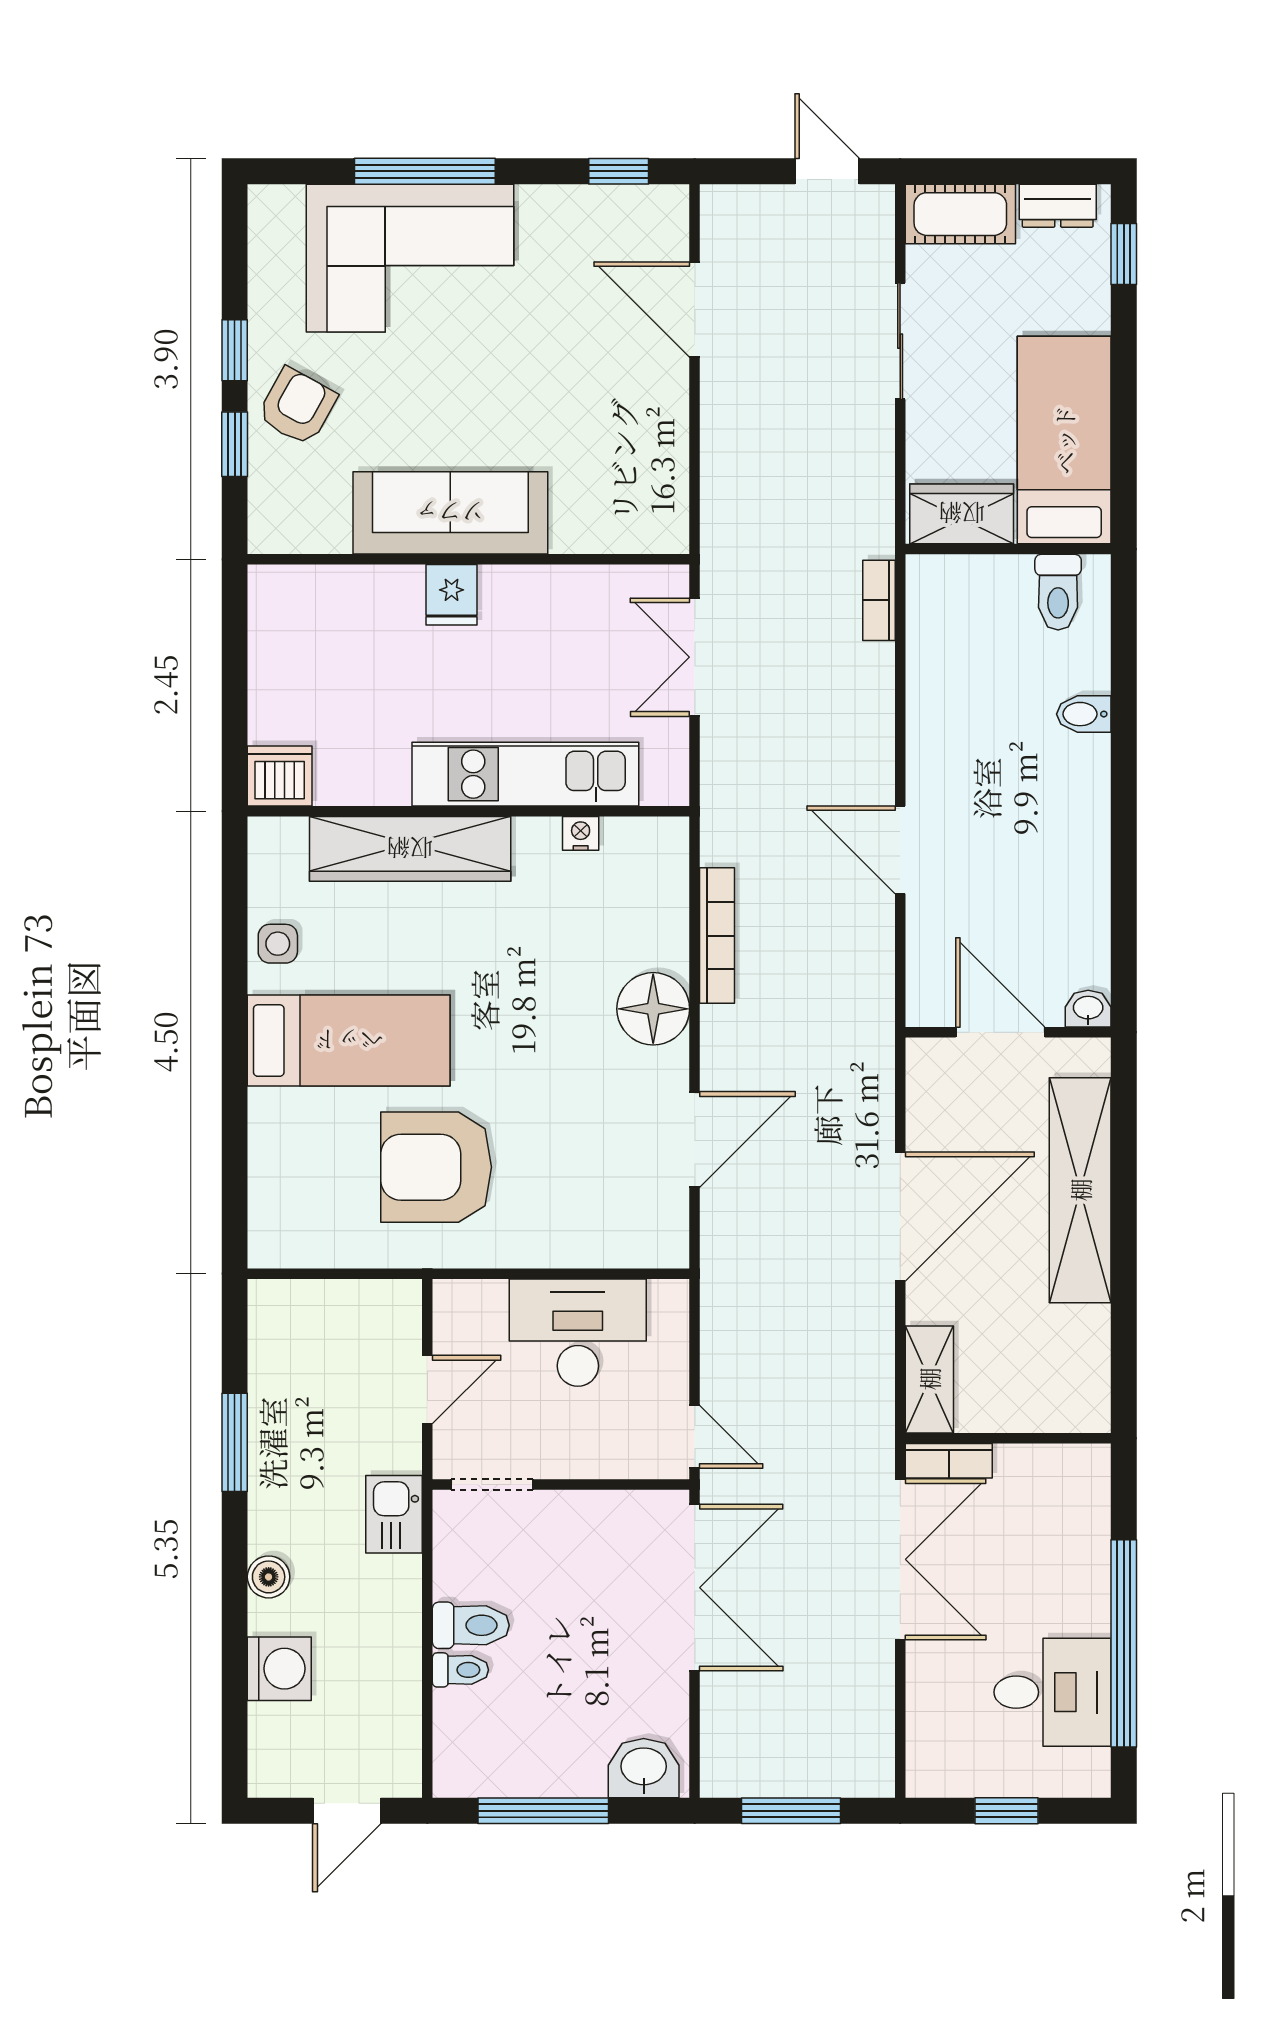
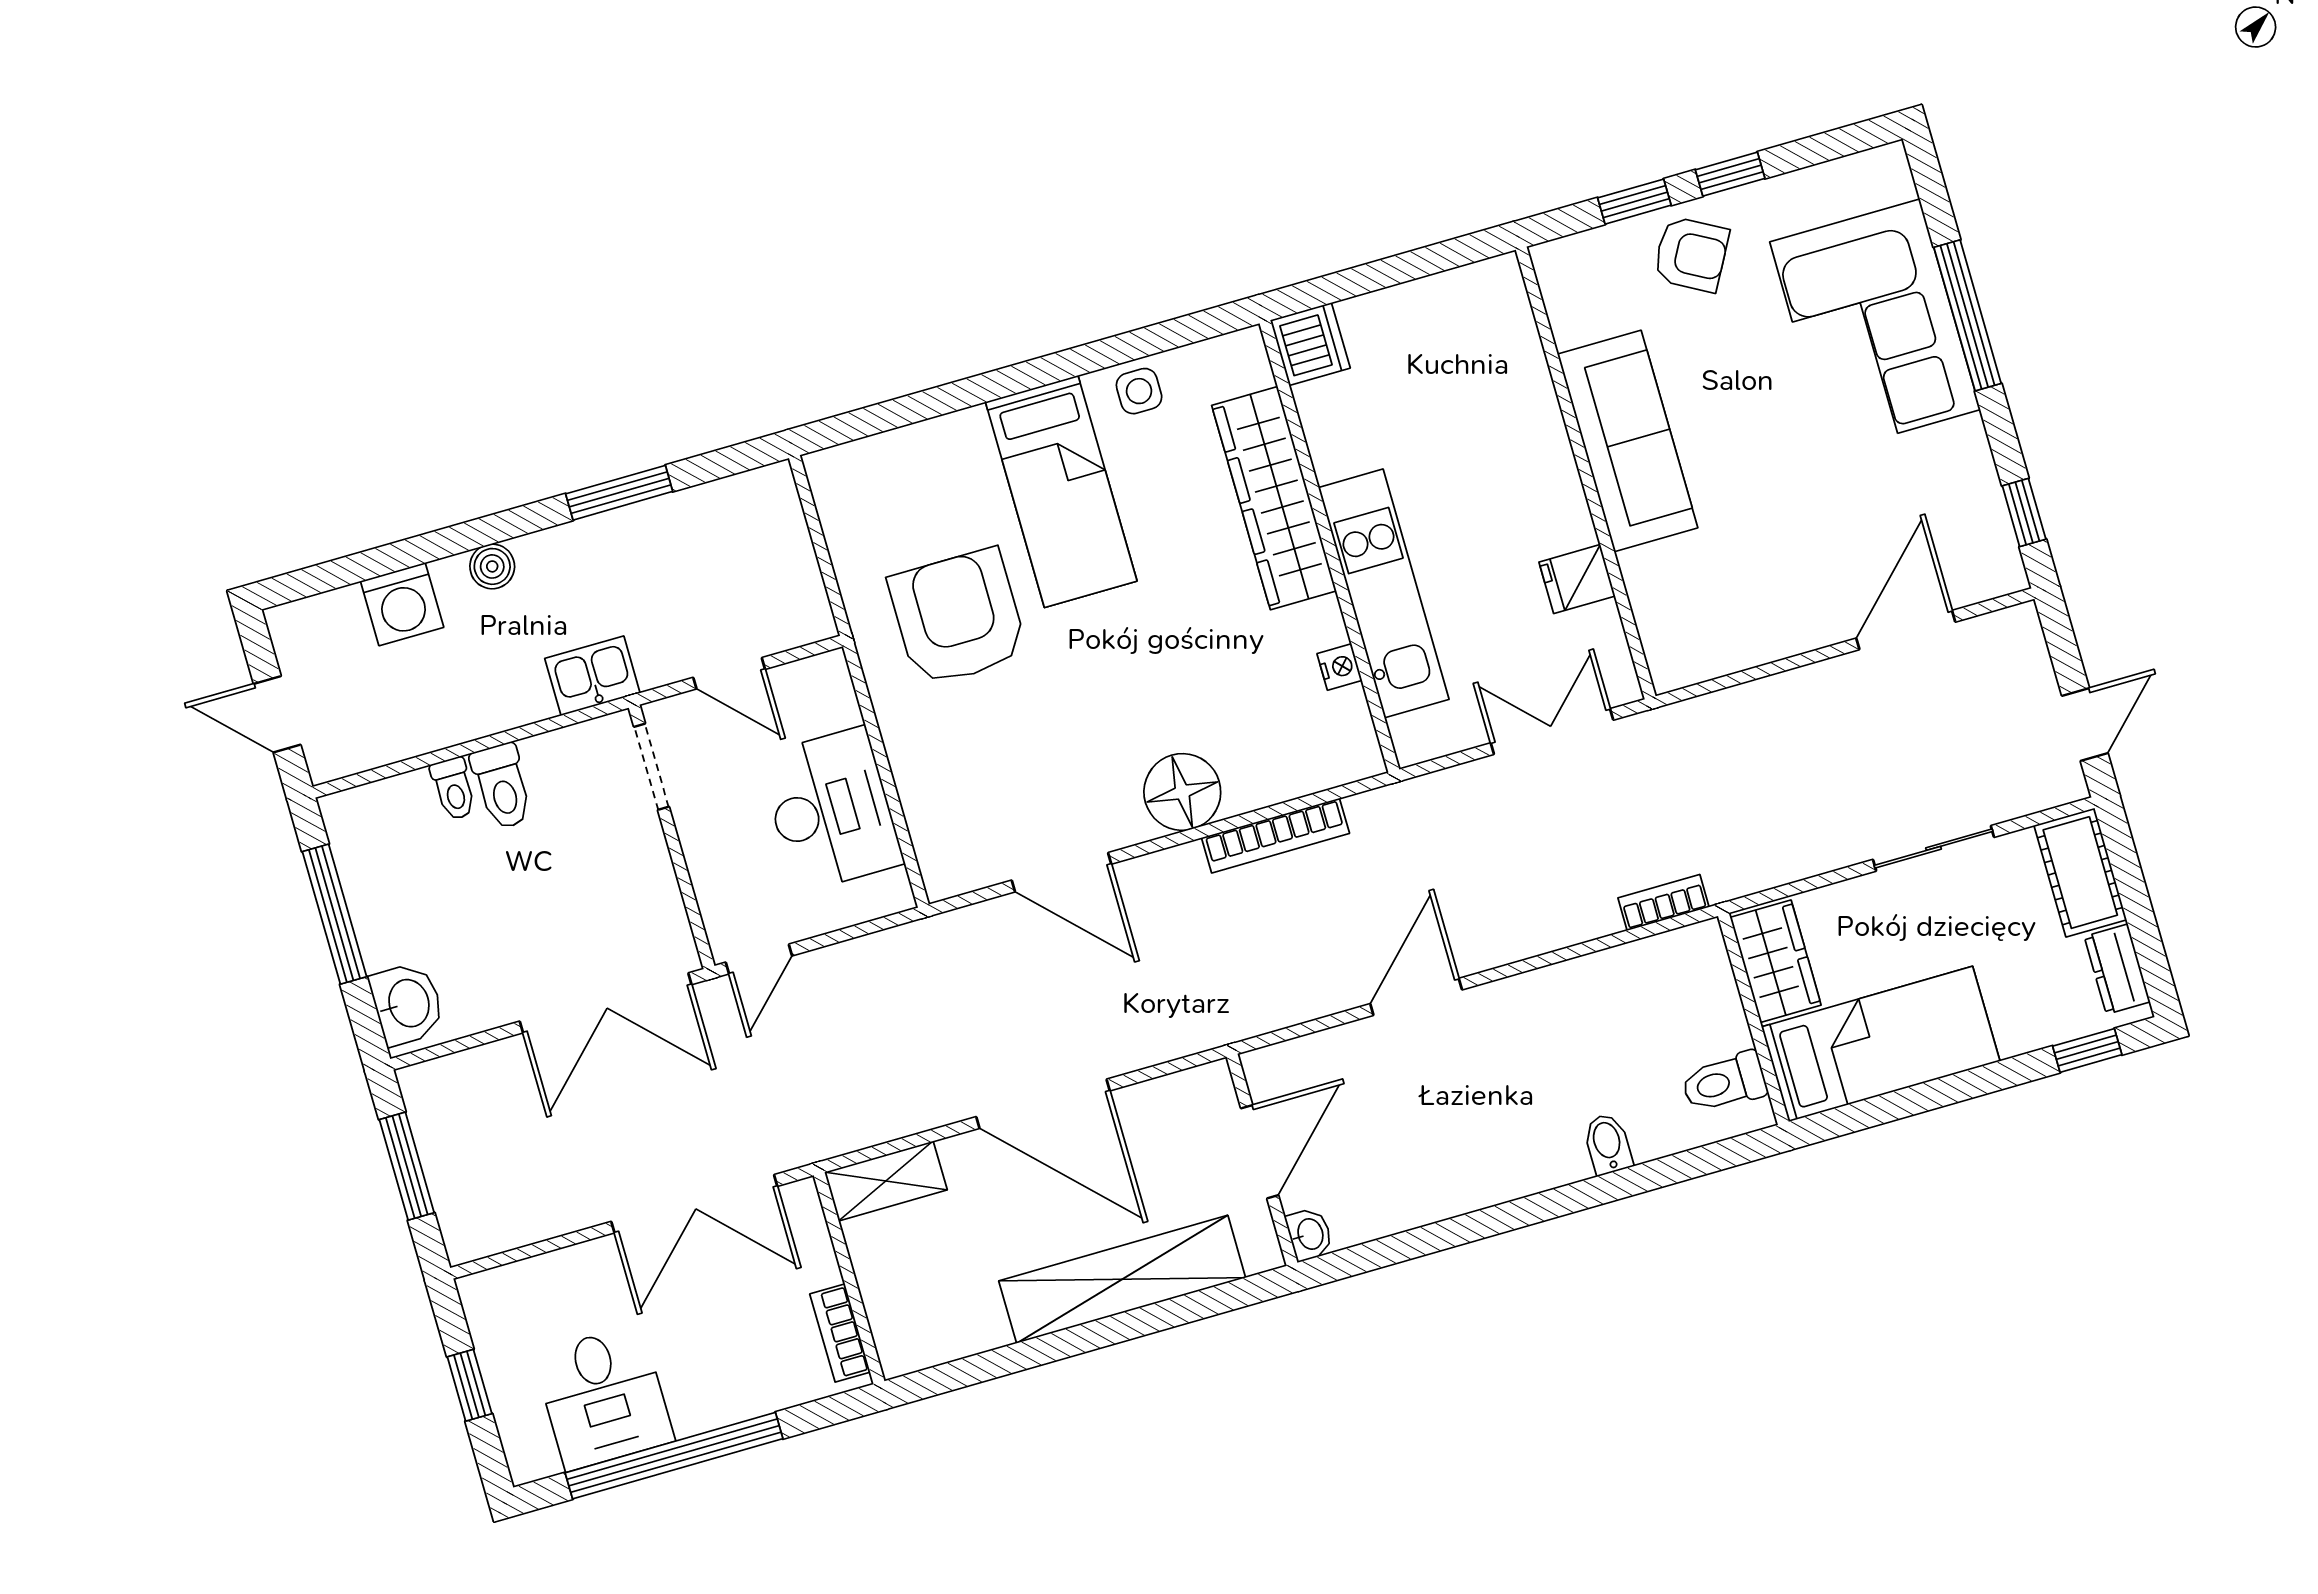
fridge: (452, 595) -> (1577, 579), moved
bookcase: (949, 1461) -> (840, 1333), moved

